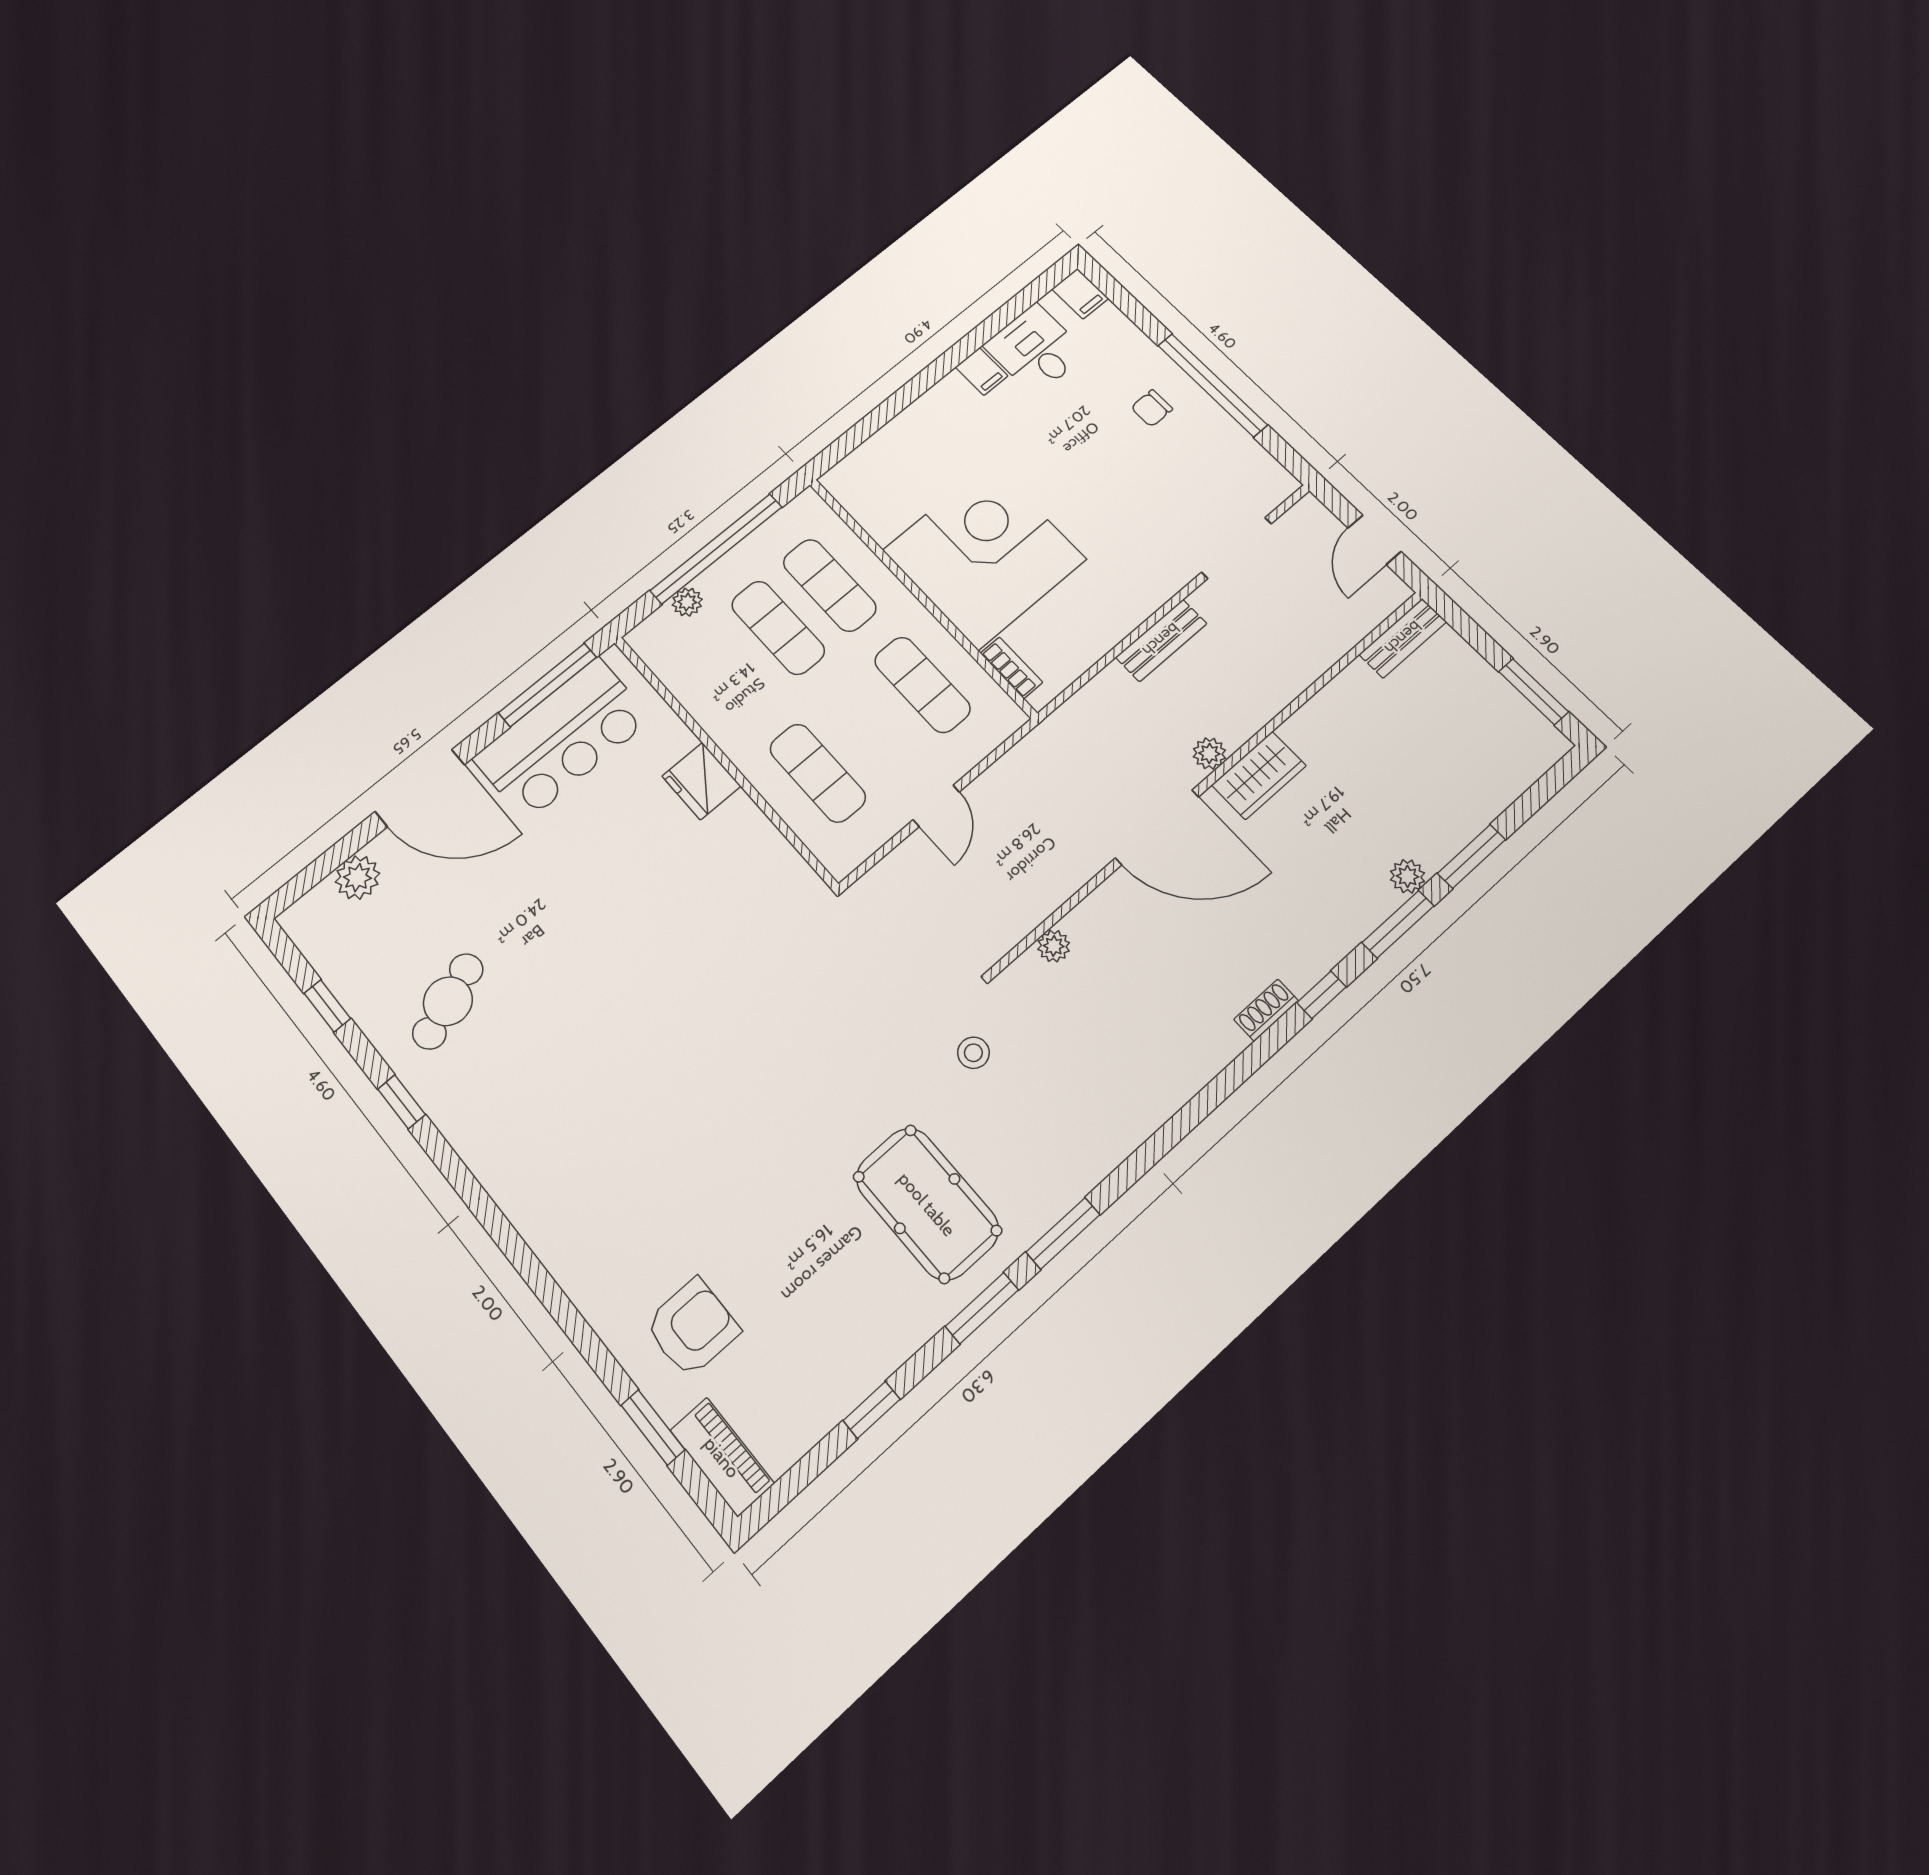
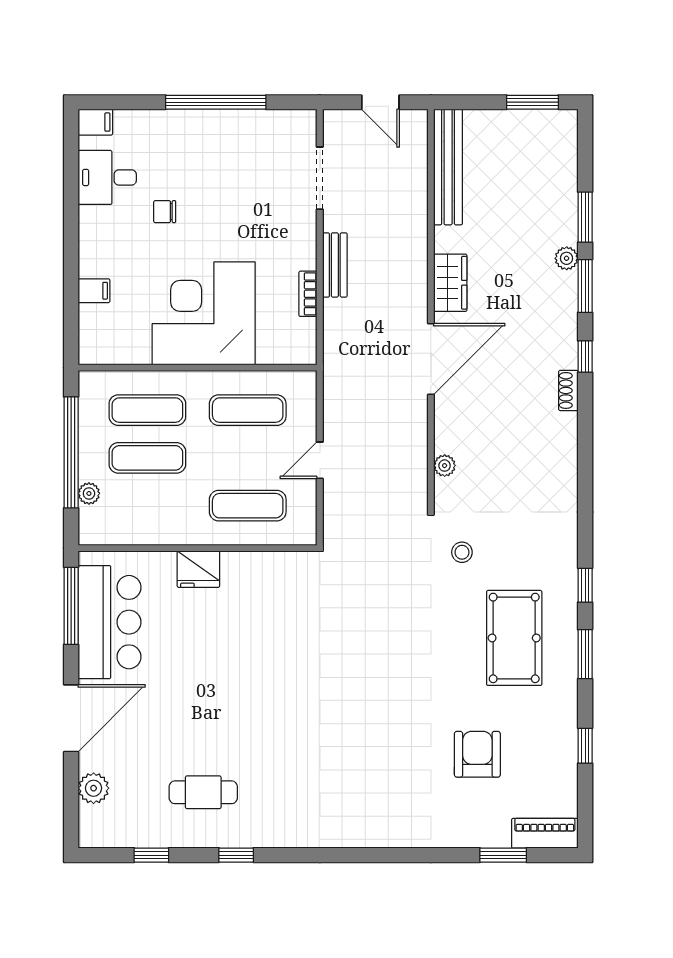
filing cabinet: (982, 371) -> (94, 291), moved
chair: (1152, 408) -> (165, 212), moved, turned 90
bench: (1403, 638) -> (448, 167), width x1.86, depth x1.21
bookcase: (1011, 668) -> (308, 294), moved, turned -90
plant: (1209, 753) -> (417, 297), removed
door: (936, 806) -> (320, 460), swing flipped
cafe table: (448, 1001) -> (203, 792), turned -68
pool table: (927, 1204) -> (514, 638), turned 90
window: (1063, 1233) -> (585, 585), width x0.67
armchair: (692, 1328) -> (477, 754), moved

